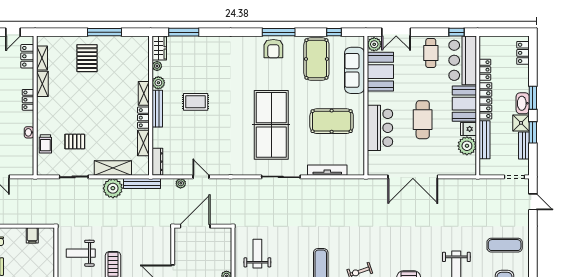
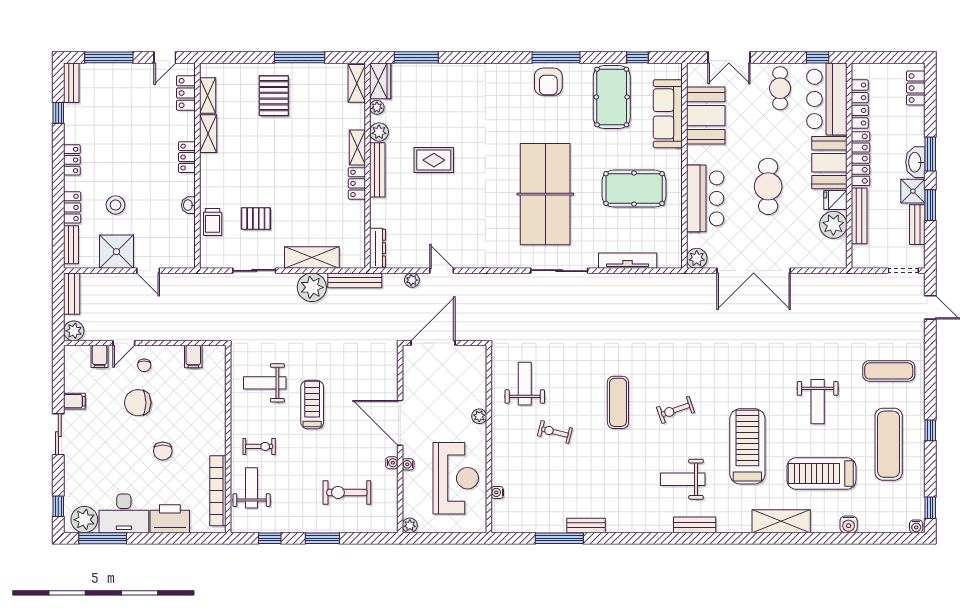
plant: (374, 44) -> (697, 258), moved
locker: (485, 70) -> (860, 104), width x1.53
shelving: (143, 143) -> (357, 83), moved

